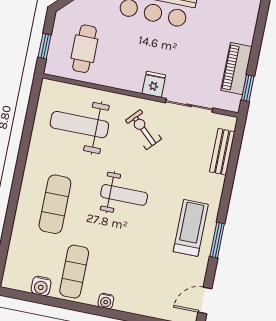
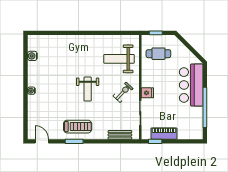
weight bench: (79, 125) -> (119, 59), turned -90
exercise mat: (55, 204) -> (76, 55), removed
exercise mat: (74, 272) -> (43, 71), removed

